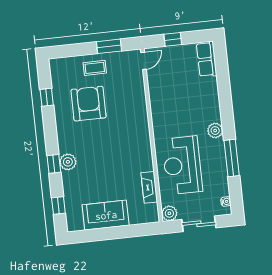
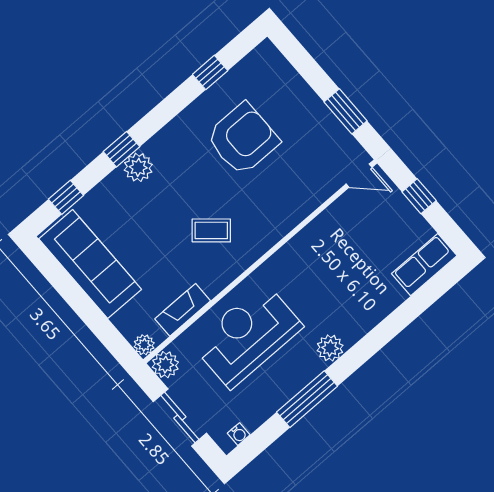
coffee table: (95, 68) -> (211, 230), moved, turned -49
sofa: (106, 215) -> (90, 264), width x1.36
plant: (153, 217) -> (144, 345), added

